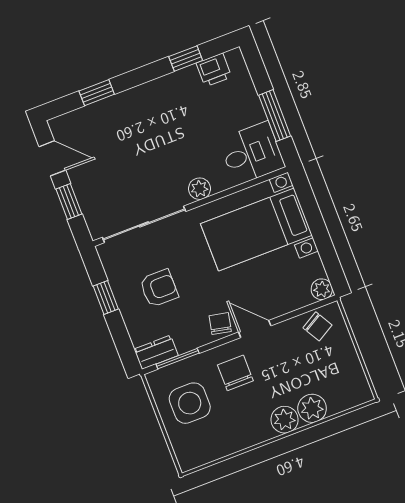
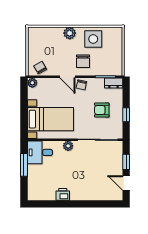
window: (186, 58) -> (53, 204), removed
printer: (214, 70) -> (63, 194), moved
window: (97, 93) -> (96, 204), removed
side table: (190, 403) -> (93, 39), moved
plant: (312, 408) -> (56, 33), removed

